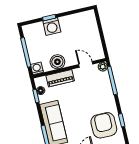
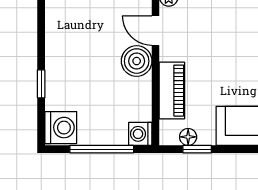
washing machine: (52, 26) -> (61, 128), moved
boiler: (57, 62) -> (137, 61), moved
door: (86, 64) -> (156, 31), hinge flipped

